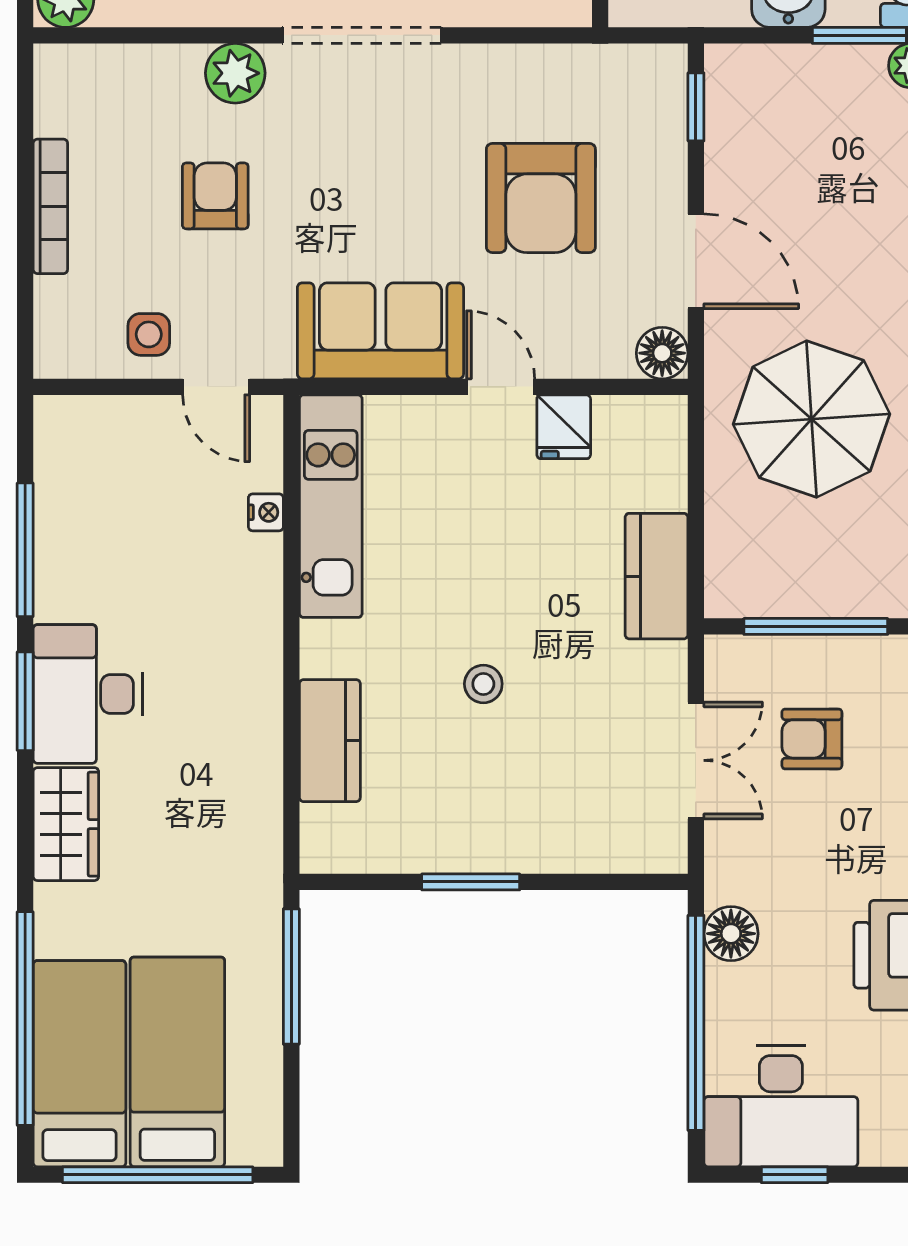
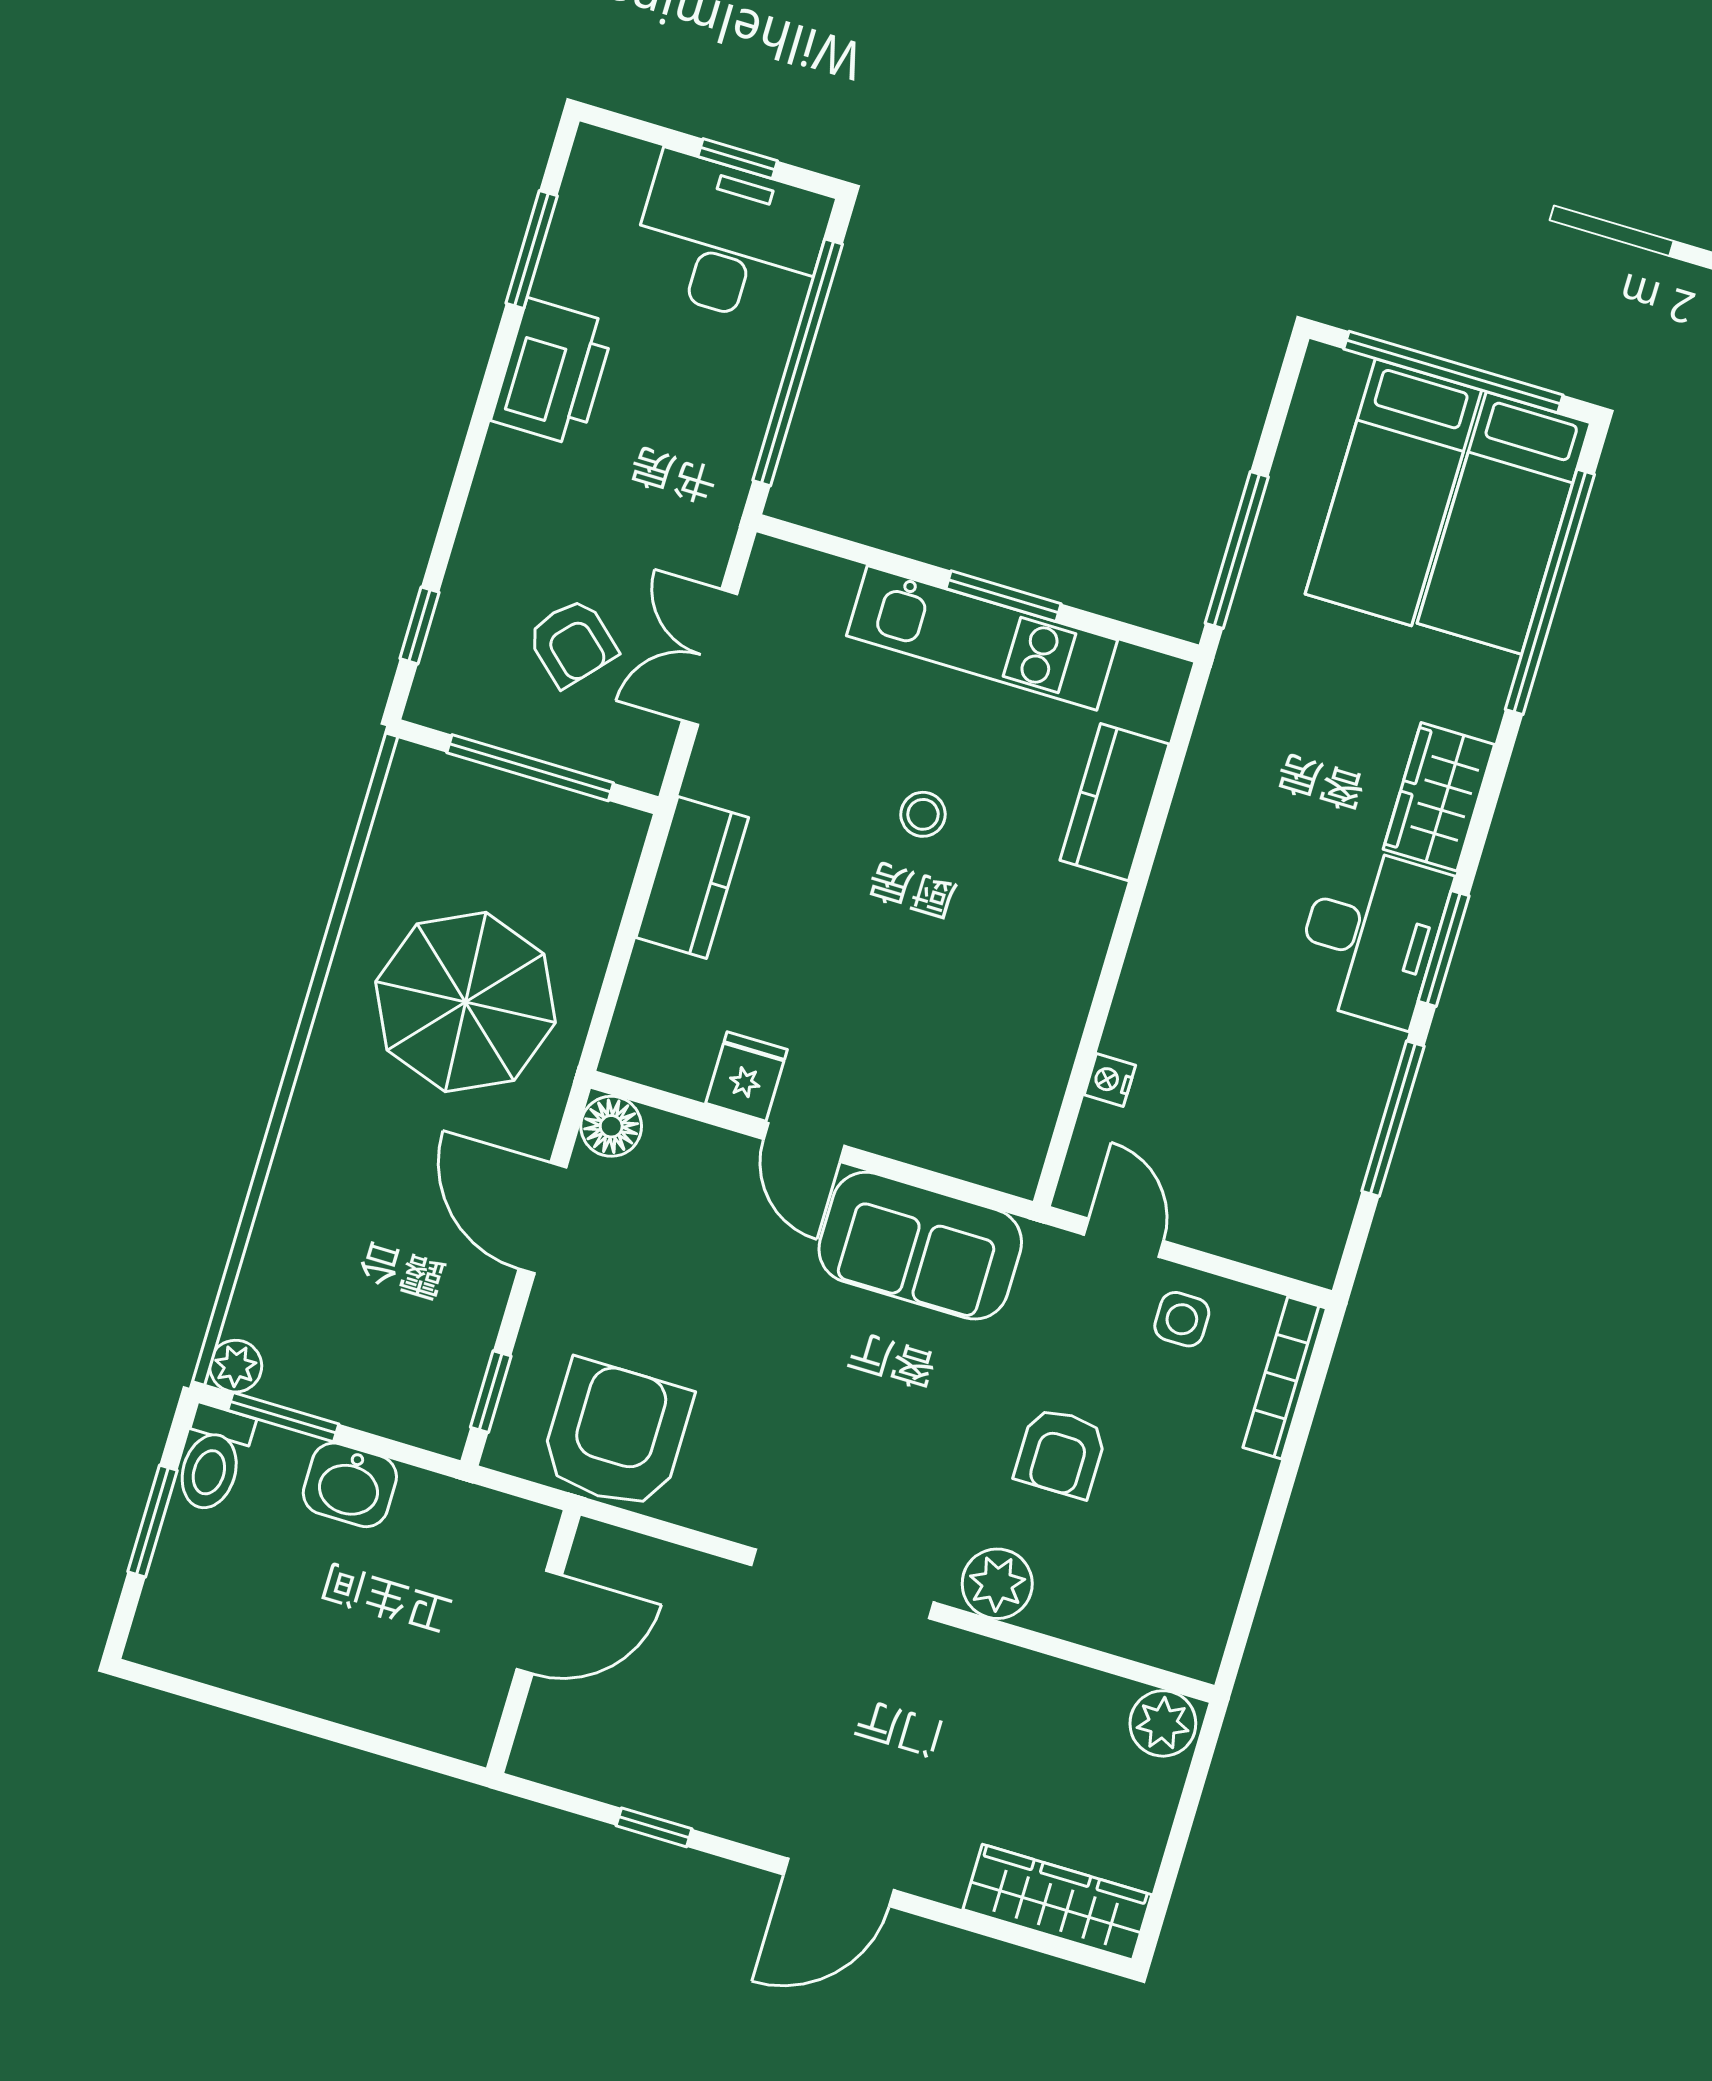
armchair: (541, 198) -> (616, 1435), moved
bookcase: (50, 206) -> (1285, 1378), moved
kitchen unit: (331, 506) -> (982, 638), moved, turned -90
armchair: (812, 739) -> (572, 642), turned 42
floor lamp: (731, 934) -> (728, 451), removed

